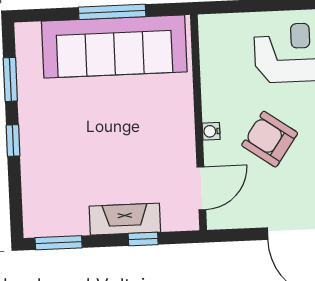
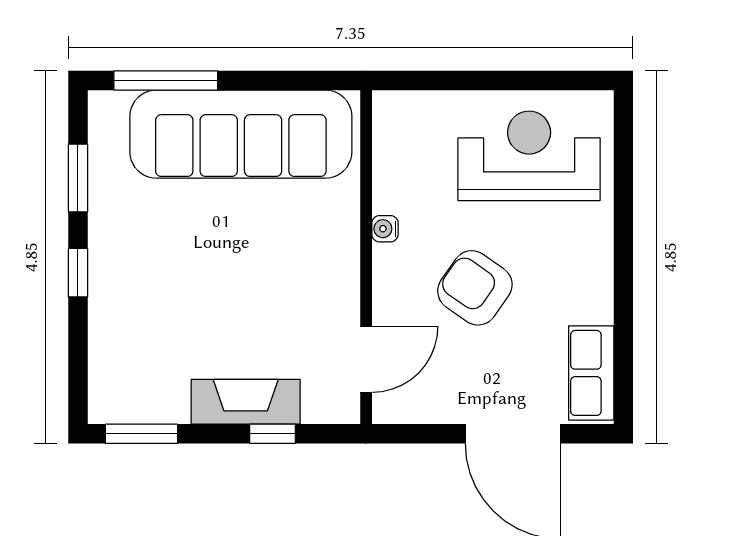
window: (112, 12) -> (166, 80), moved
water cooler: (211, 131) -> (385, 229), moved

